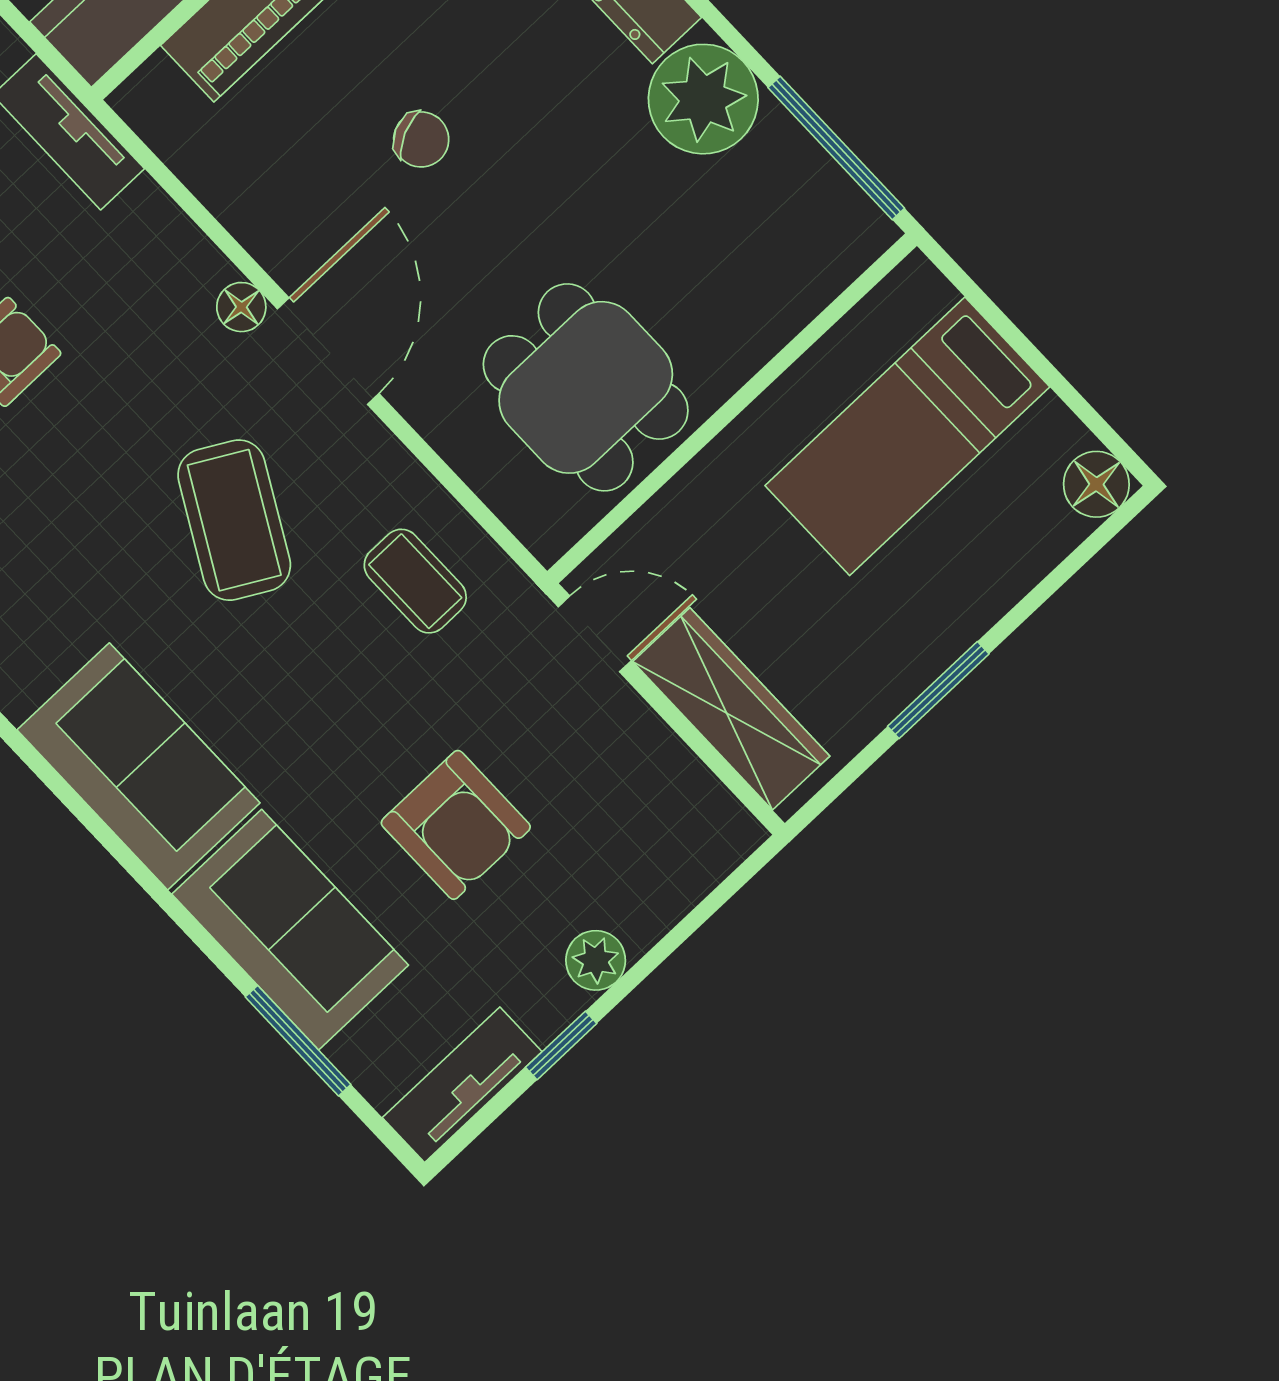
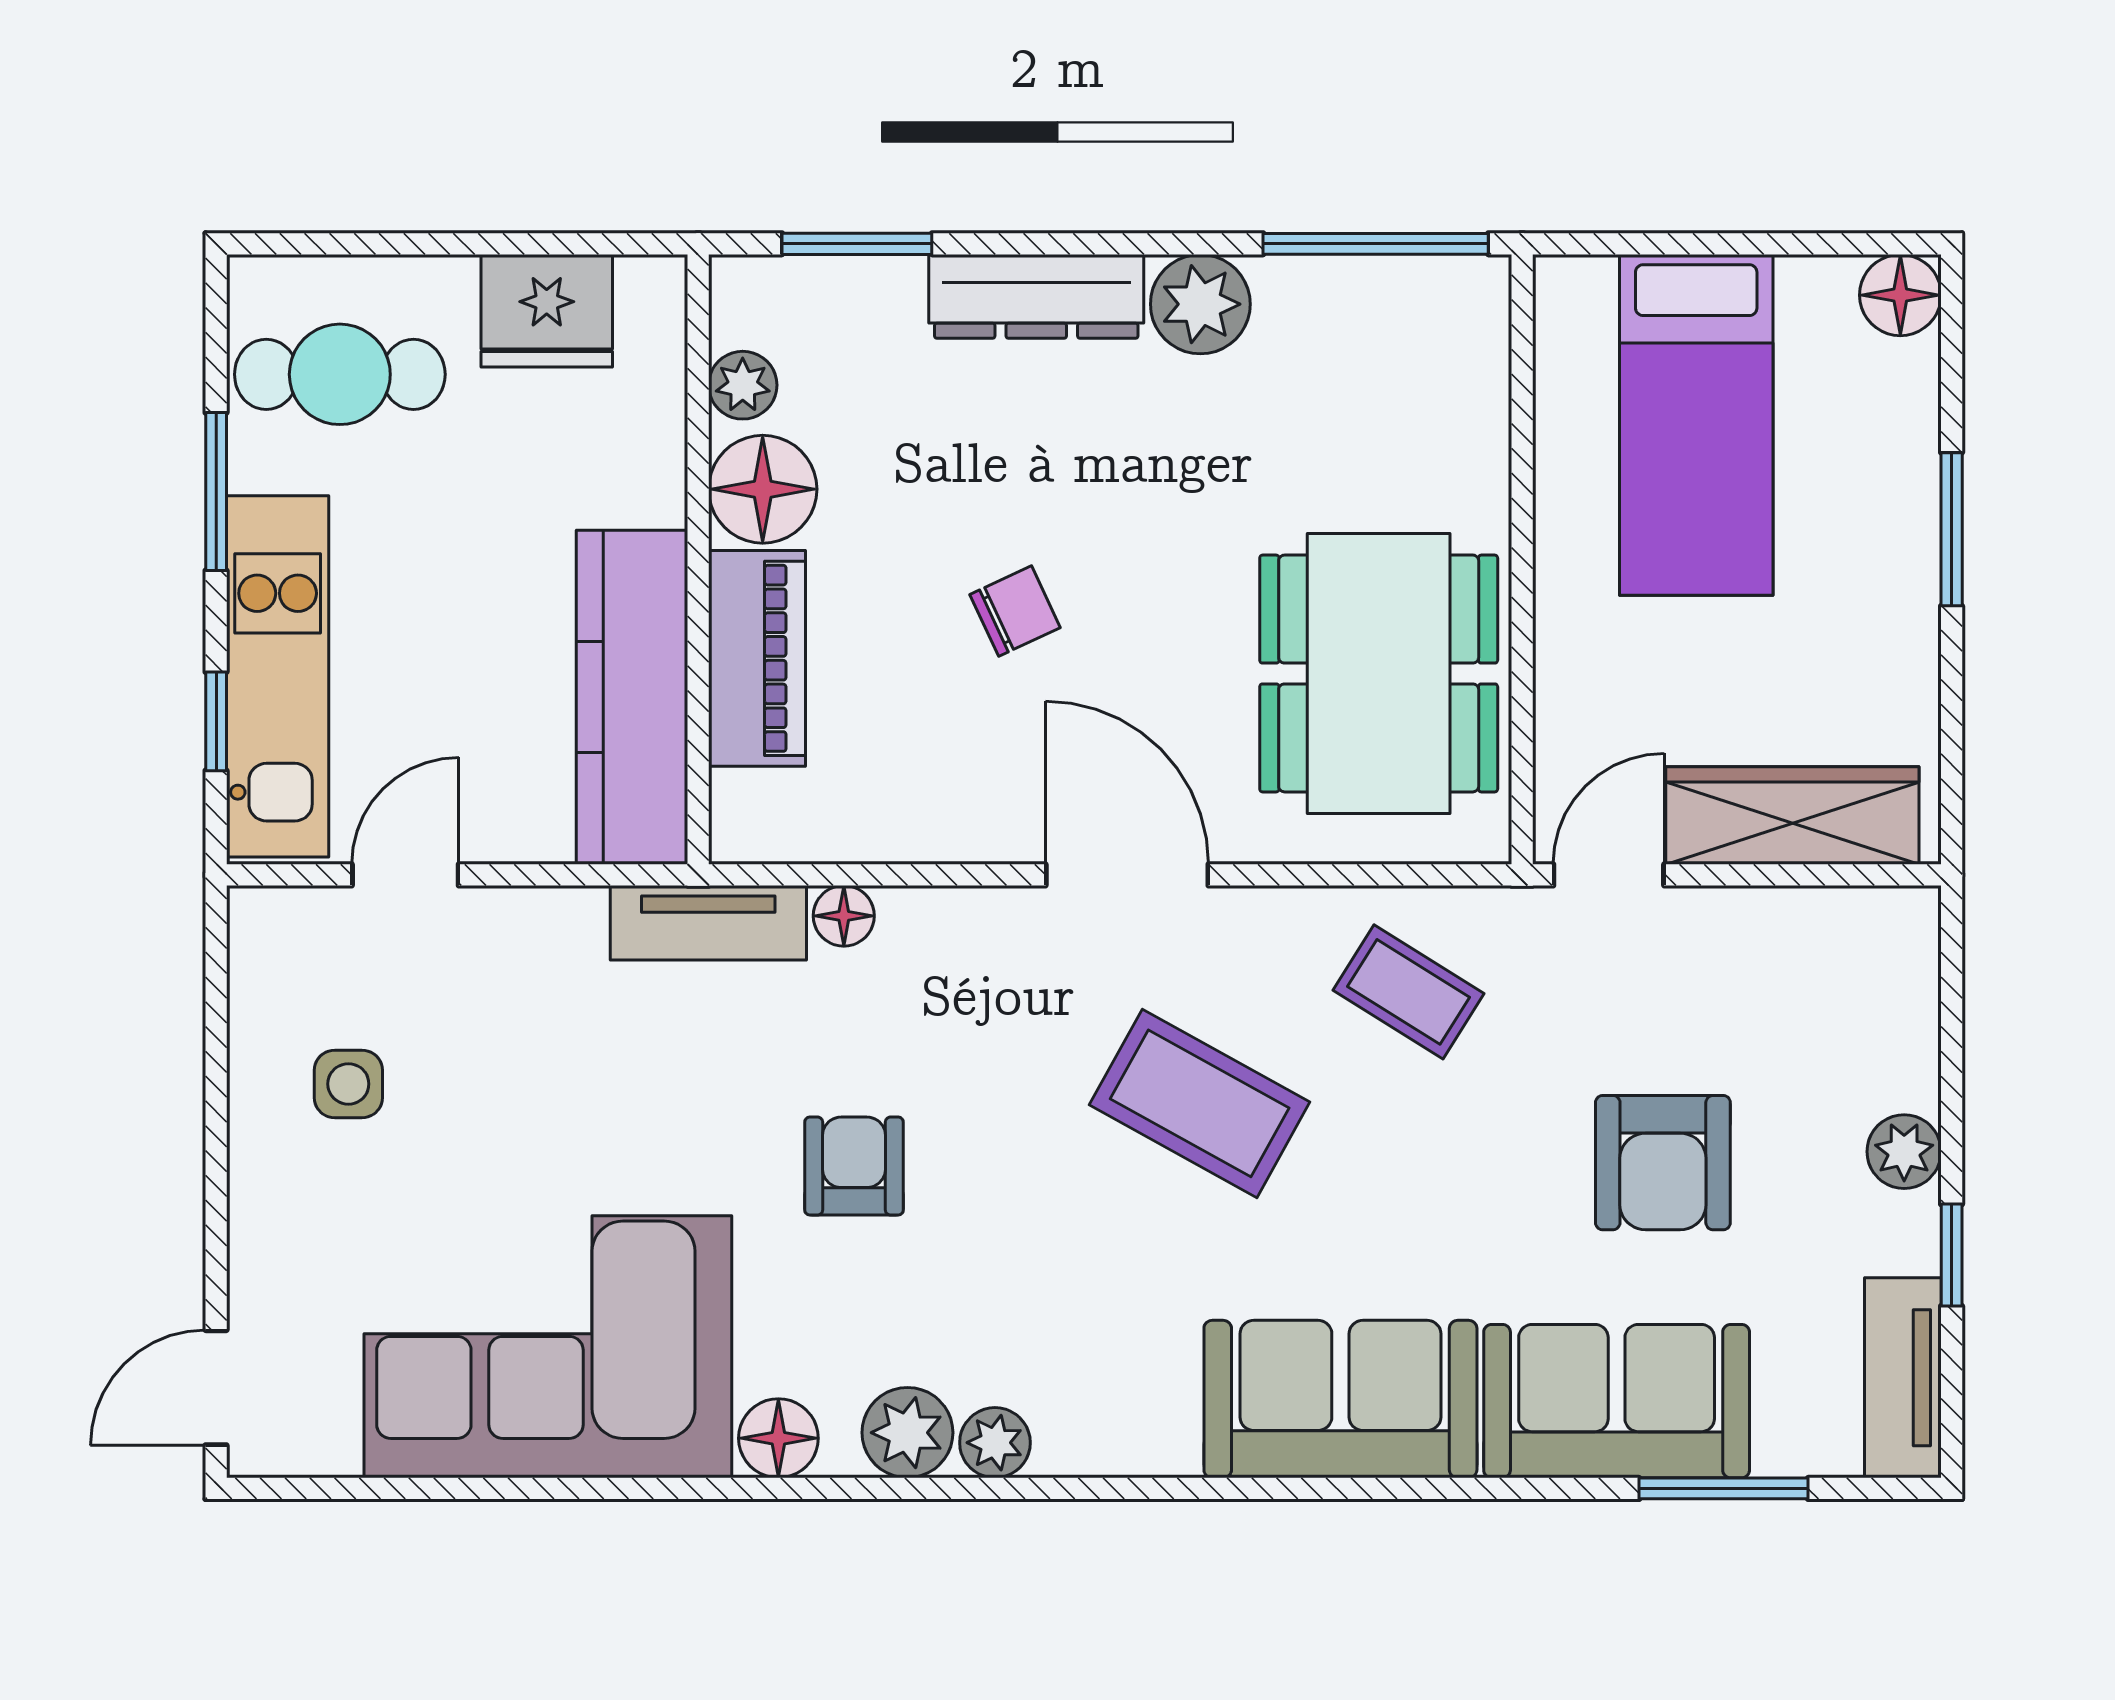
plant: (703, 99) -> (1200, 304), width x0.73, depth x0.73
floor lamp: (241, 307) -> (844, 916), moved
dining table: (586, 387) -> (1379, 673), width x1.38
coffee table: (415, 581) -> (1409, 992), turned 32
window: (938, 690) -> (1952, 529), moved
armchair: (456, 825) -> (1663, 1163), turned 90

